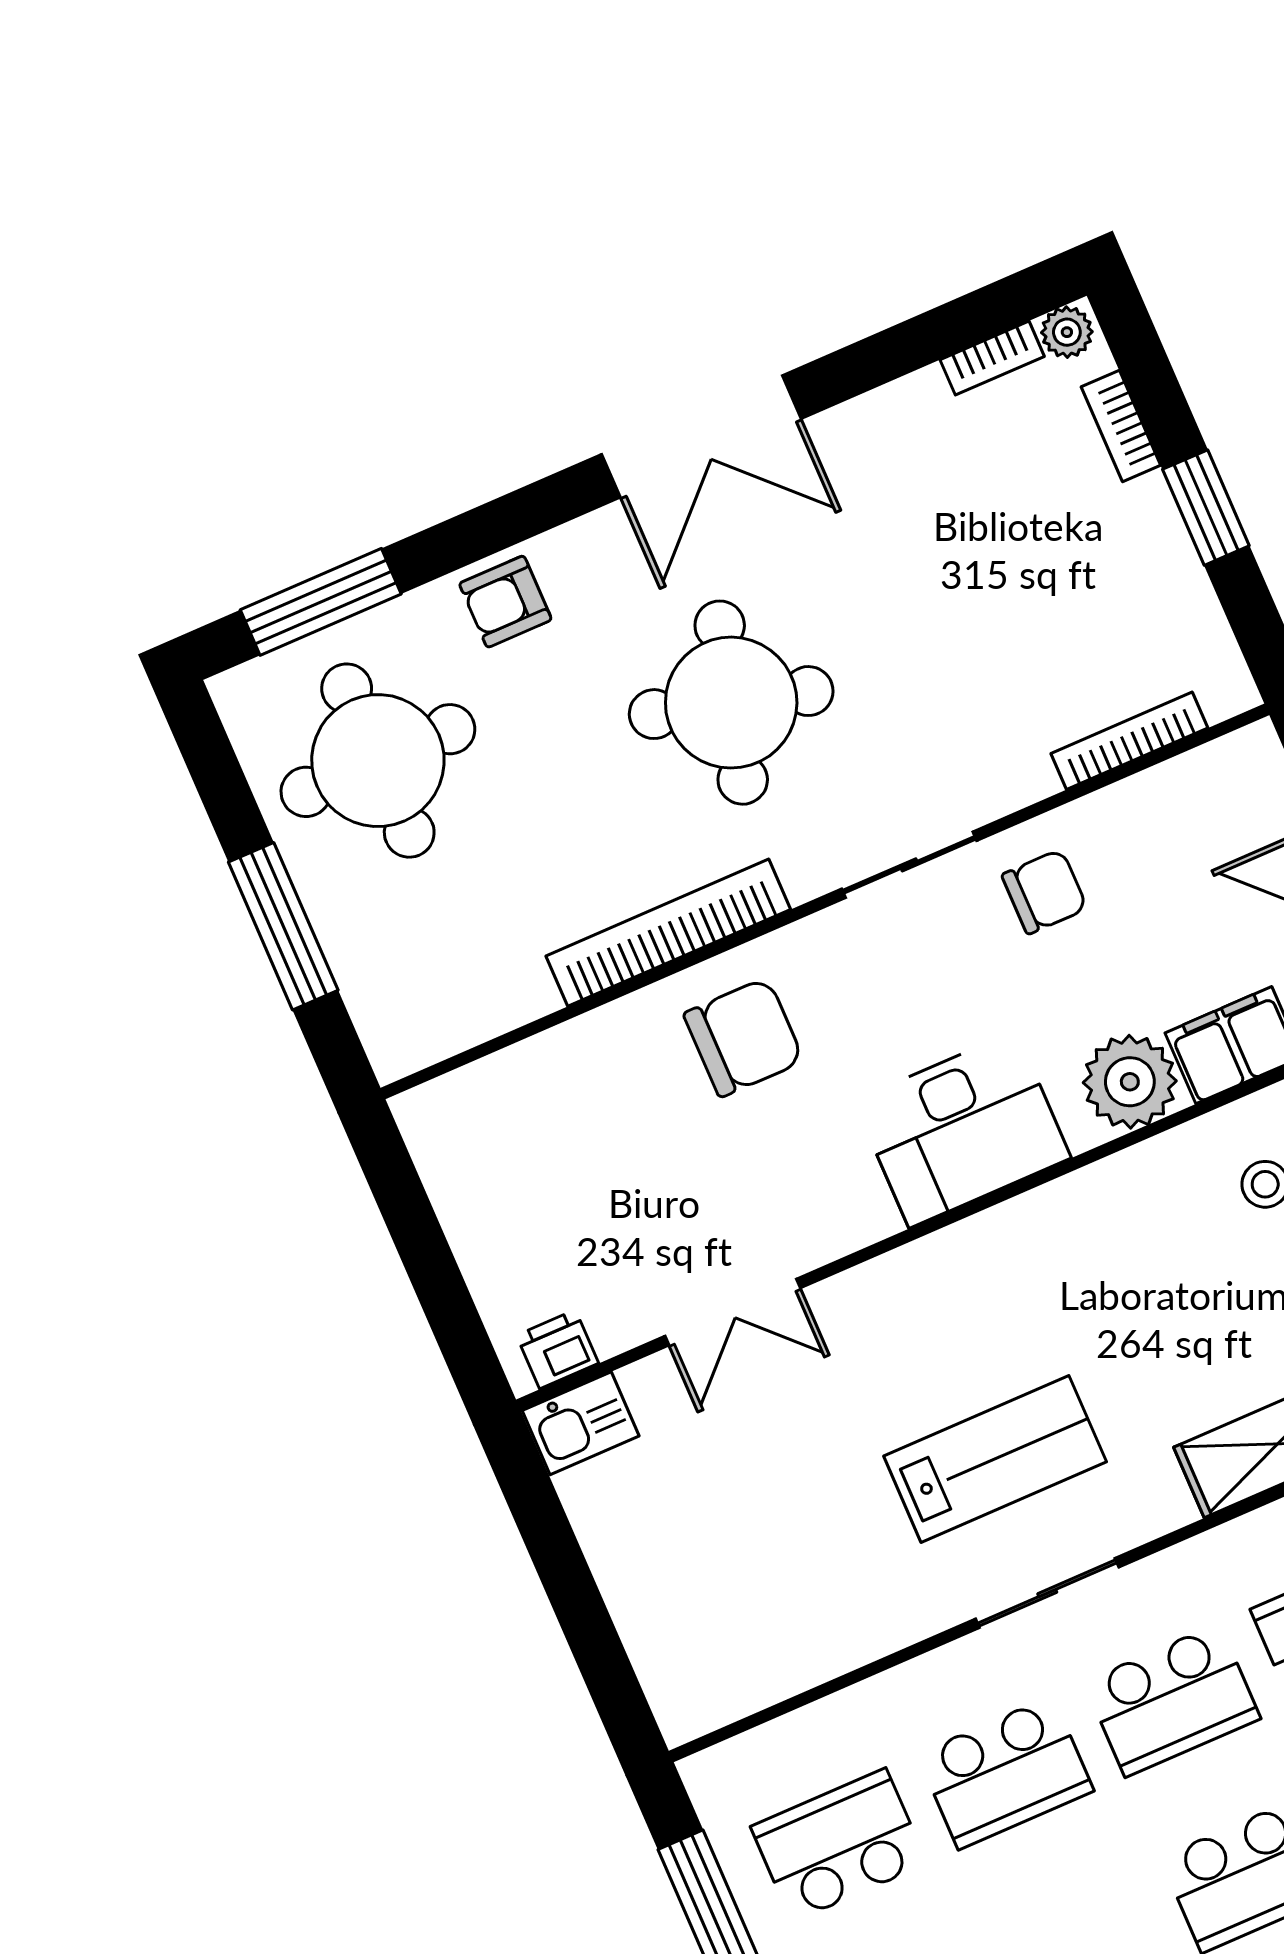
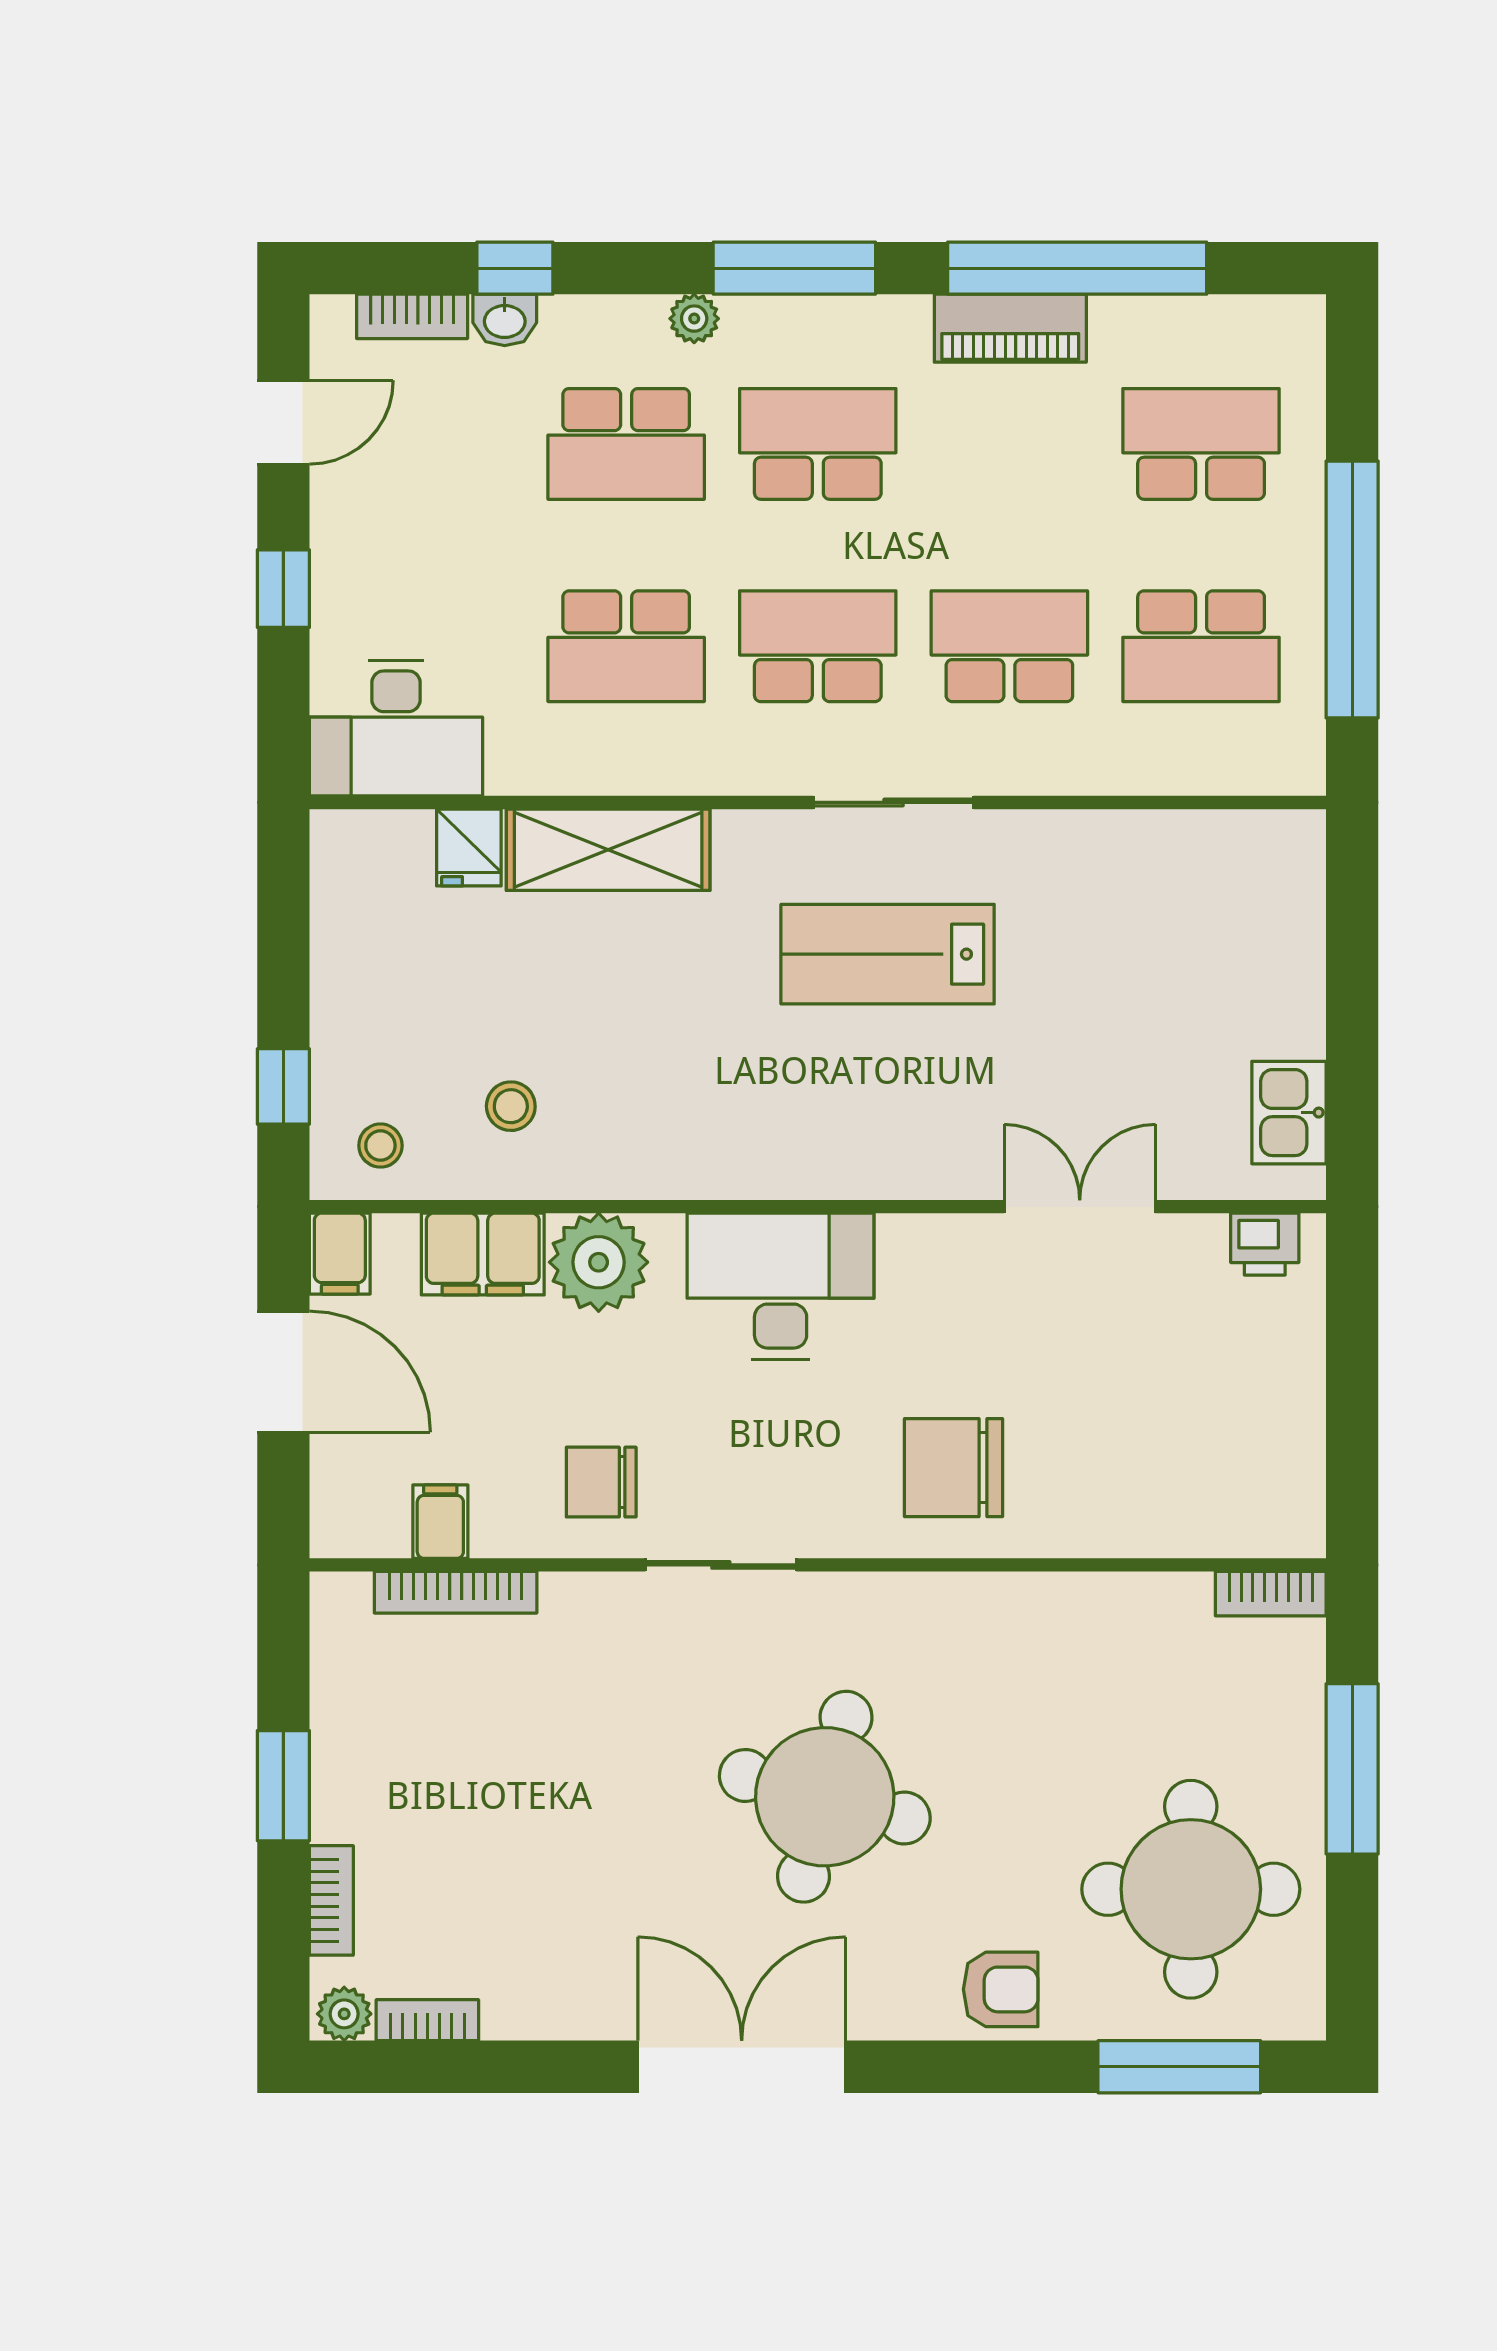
filing cabinet: (1169, 796) -> (440, 1522), added
bookcase: (668, 933) -> (1271, 1594), moved, width x0.43, depth x0.76
kitchen sink: (581, 1423) -> (1289, 1113), moved, turned -90

